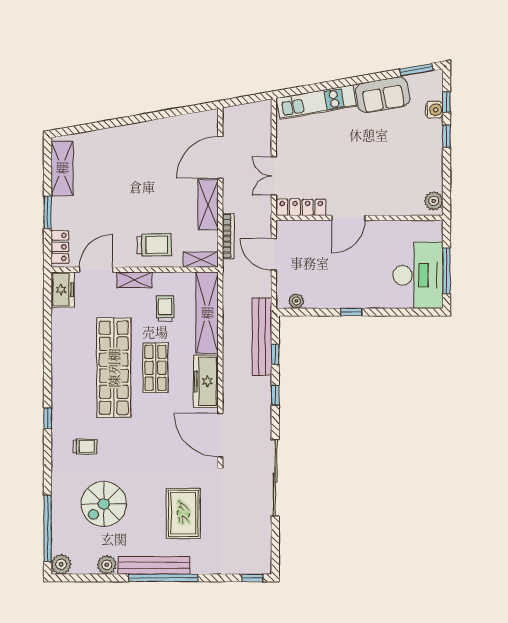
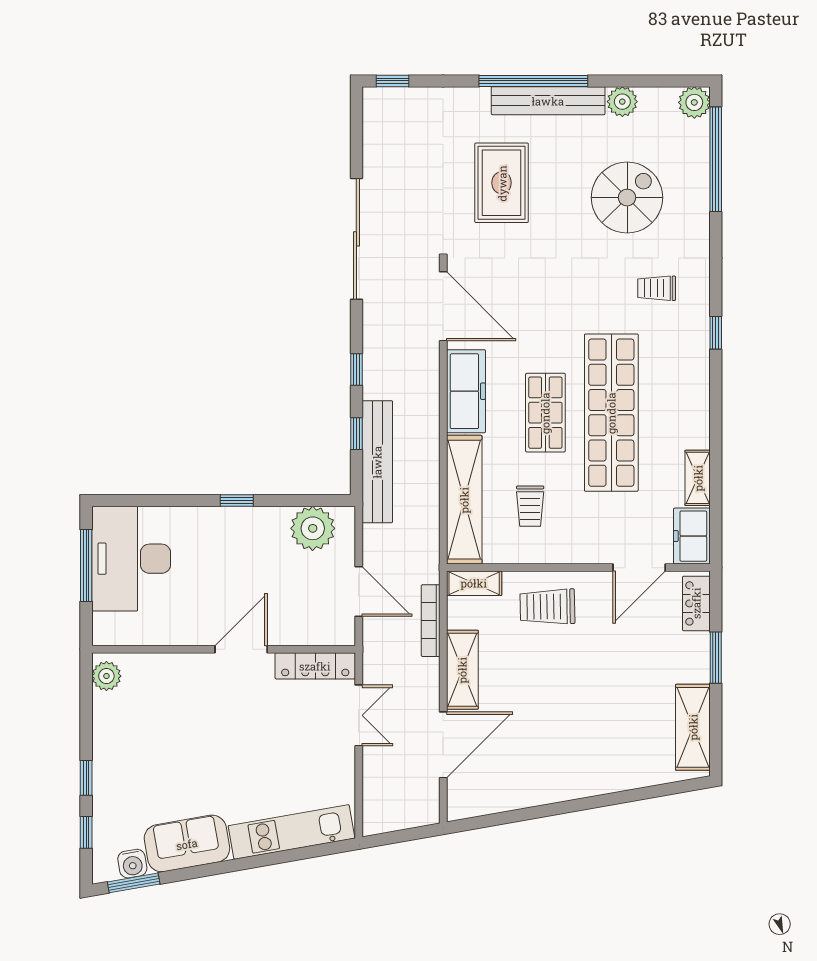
water cooler: (434, 110) -> (132, 864), moved, turned -100
shelving: (134, 280) -> (698, 478), moved, turned 90
plant: (296, 301) -> (313, 528), width x1.87, depth x1.87

